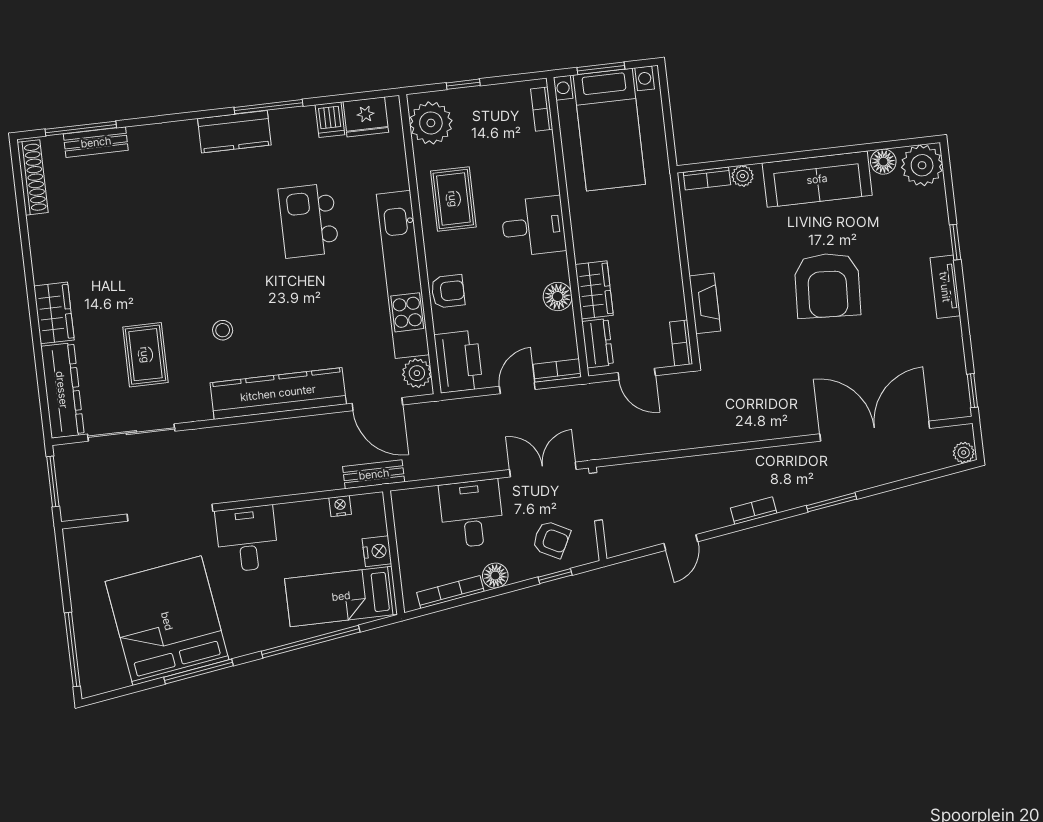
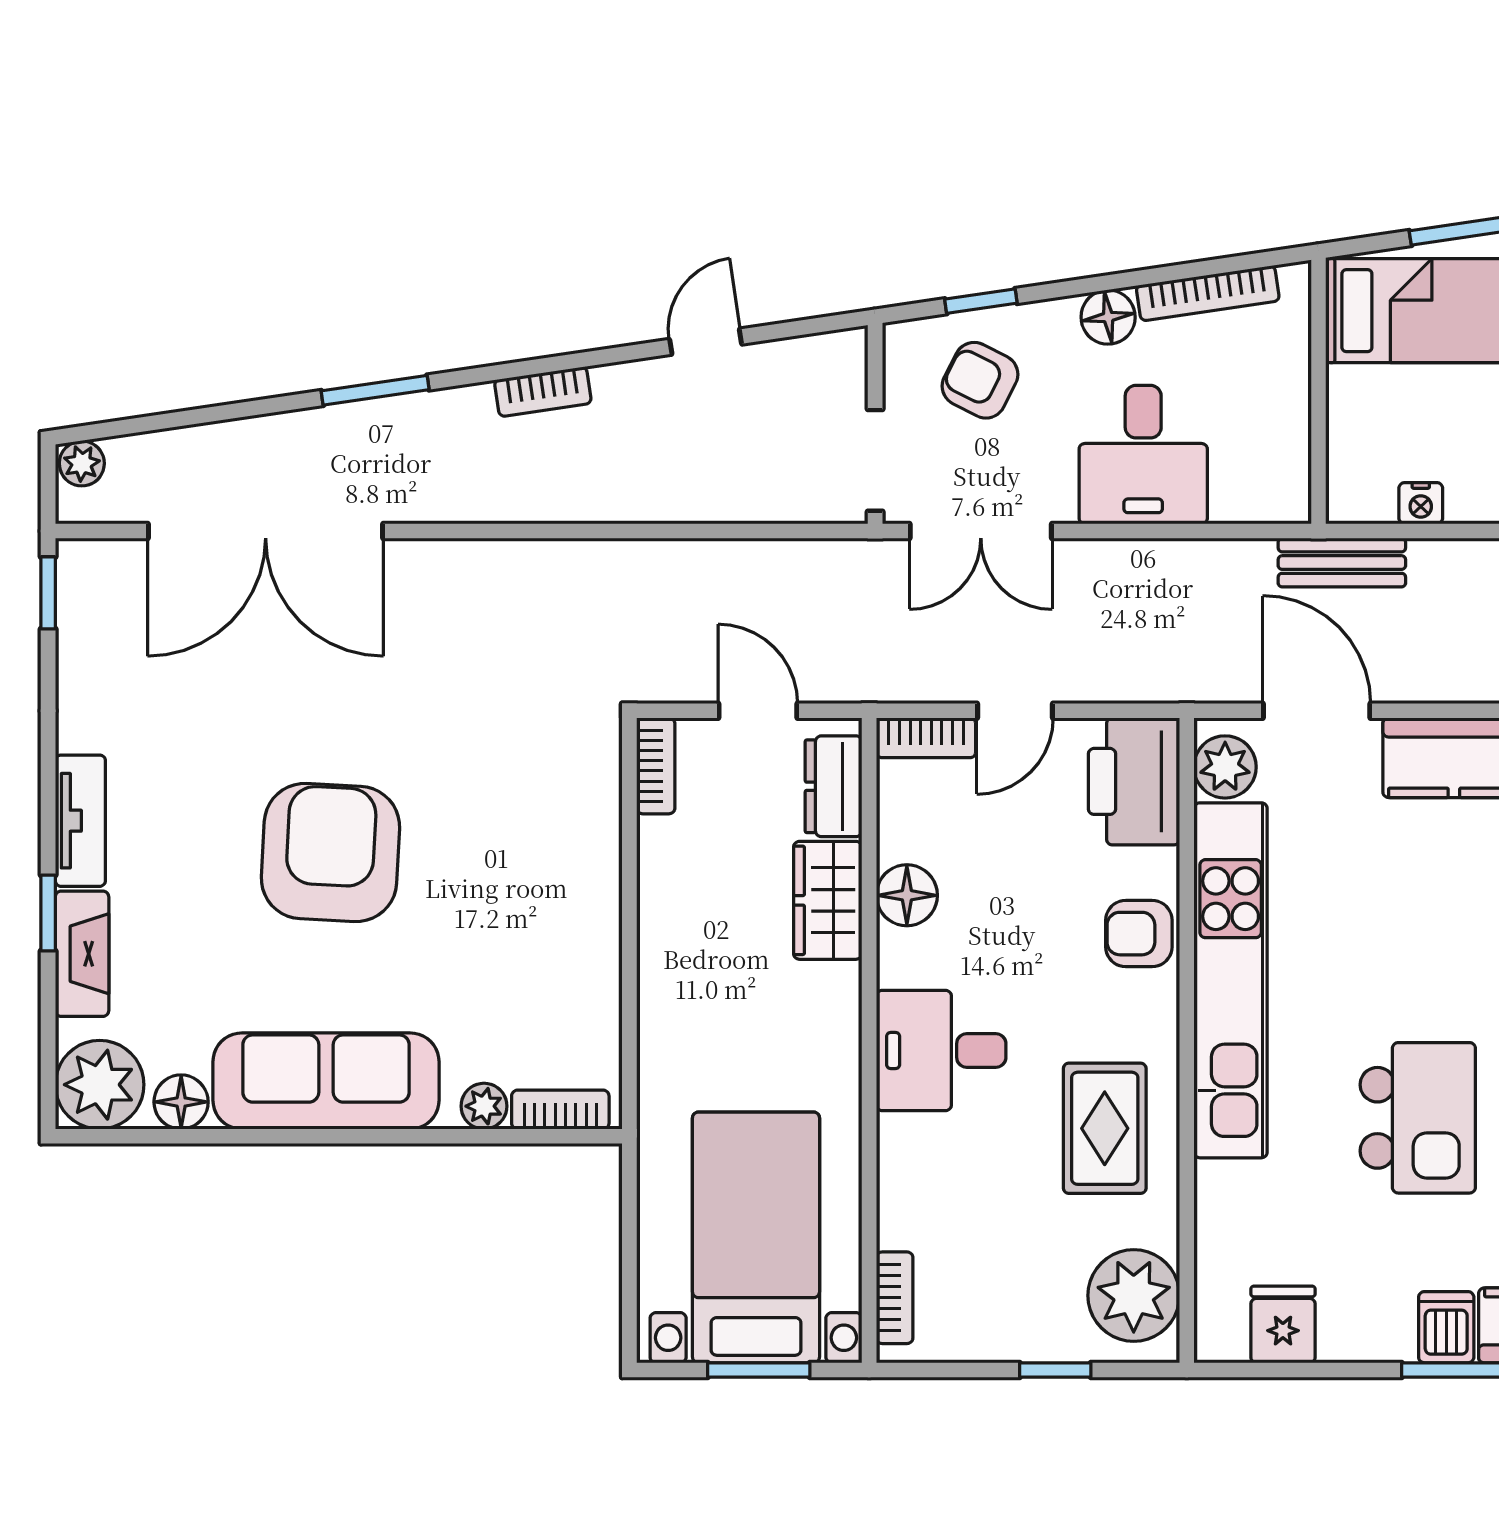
fridge: (366, 117) -> (1283, 1324), width x0.72
dishwasher: (330, 120) -> (1446, 1327), moved
fireplace: (705, 303) -> (82, 954), moved, turned 180
nightstand: (377, 551) -> (1354, 398), removed

